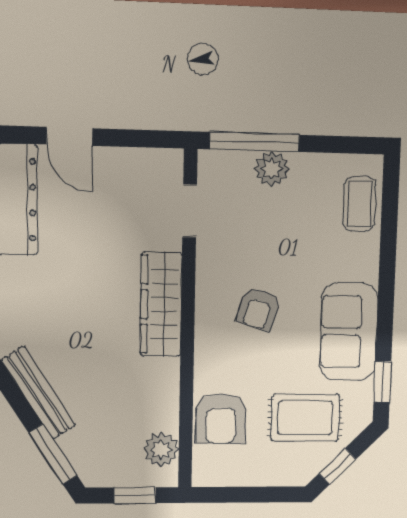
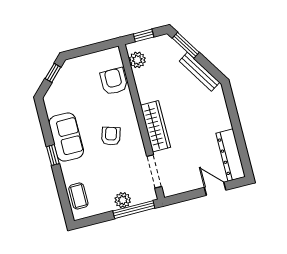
doorway: (190, 211) -> (154, 171), width x1.38
window: (382, 382) -> (53, 155), moved
rug: (305, 418) -> (75, 92), removed

